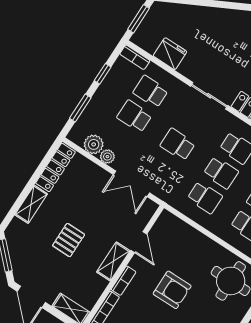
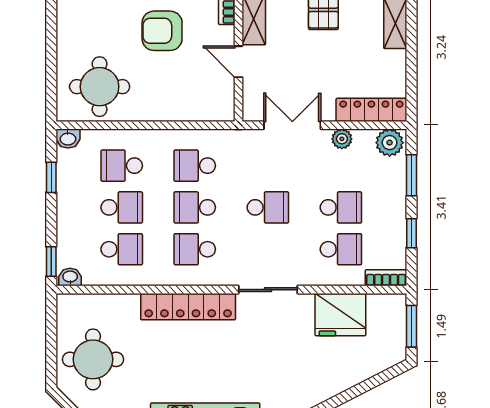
fridge: (170, 54) -> (340, 315), width x1.36, depth x1.34
plant: (94, 144) -> (390, 143), moved
locker: (55, 167) -> (371, 110), moved, turned 90

